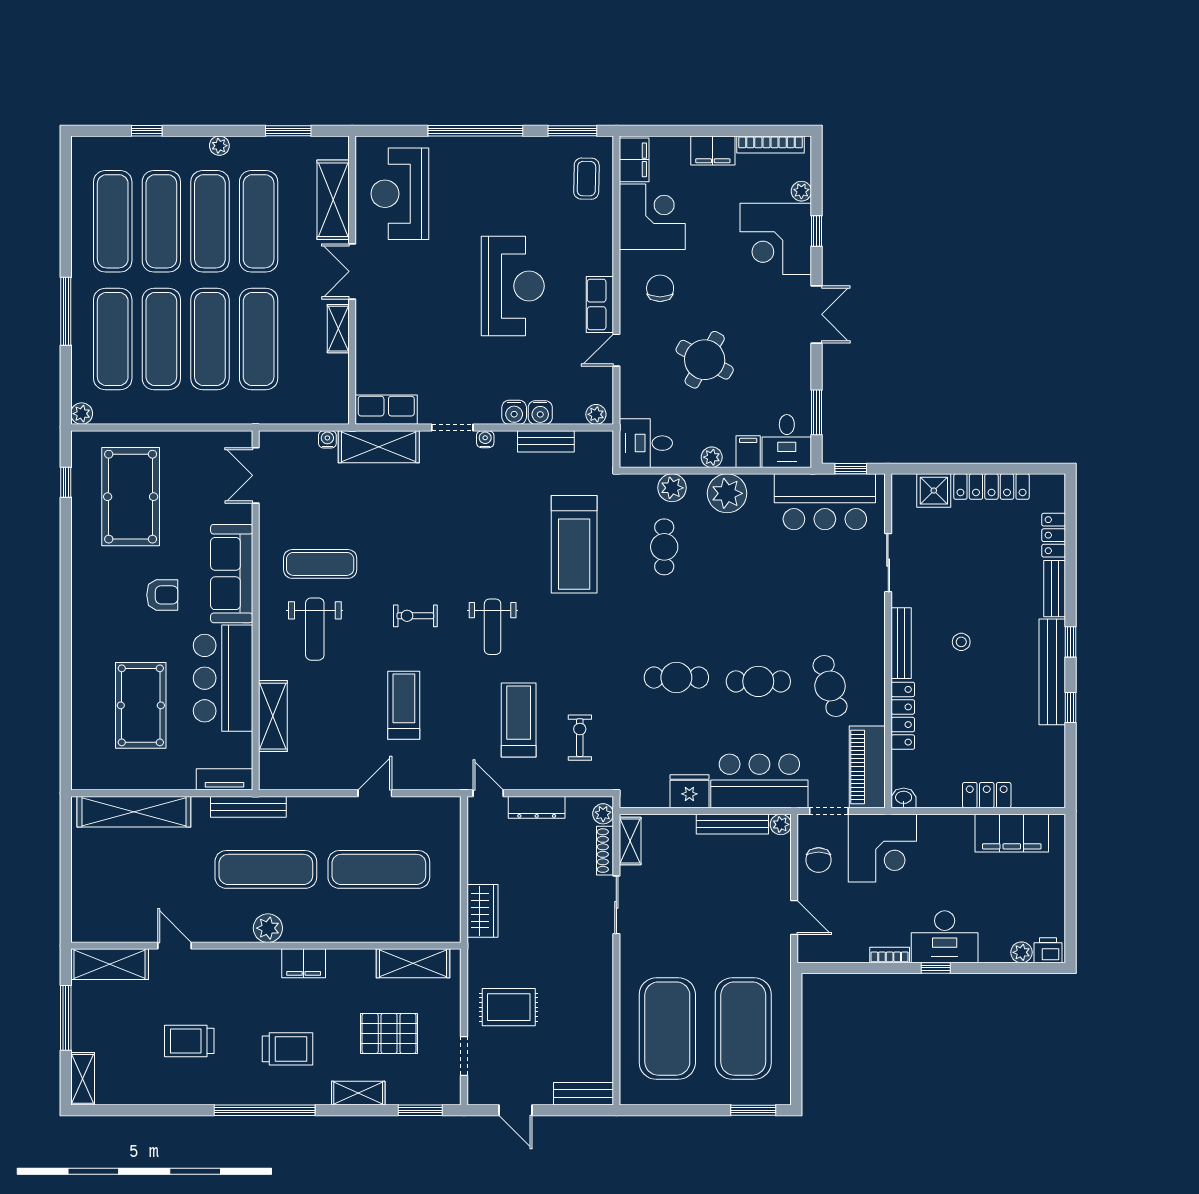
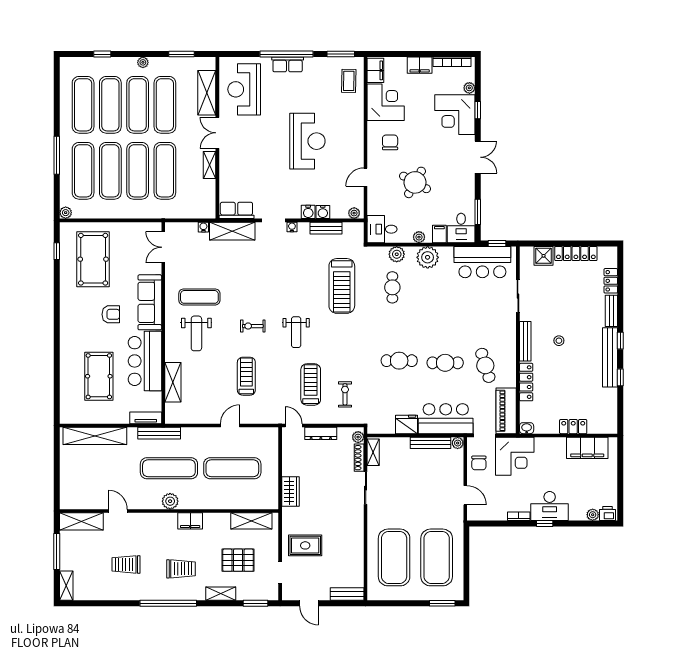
row of seats: (600, 304) -> (288, 64), moved, turned -90

